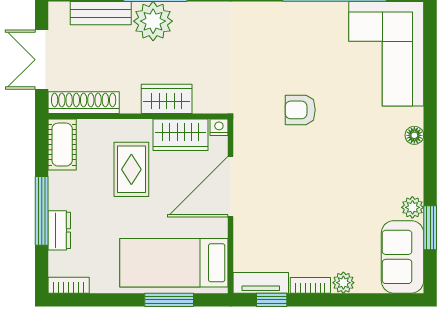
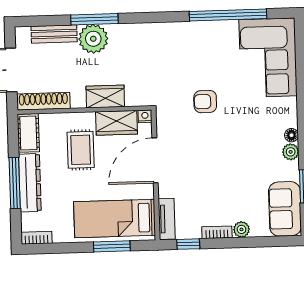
floor lamp: (414, 135) -> (291, 135), moved
plant: (412, 207) -> (291, 152), moved
dresser: (59, 230) -> (30, 183), width x1.96, depth x1.24
tv unit: (261, 283) -> (167, 219), moved, turned 90

